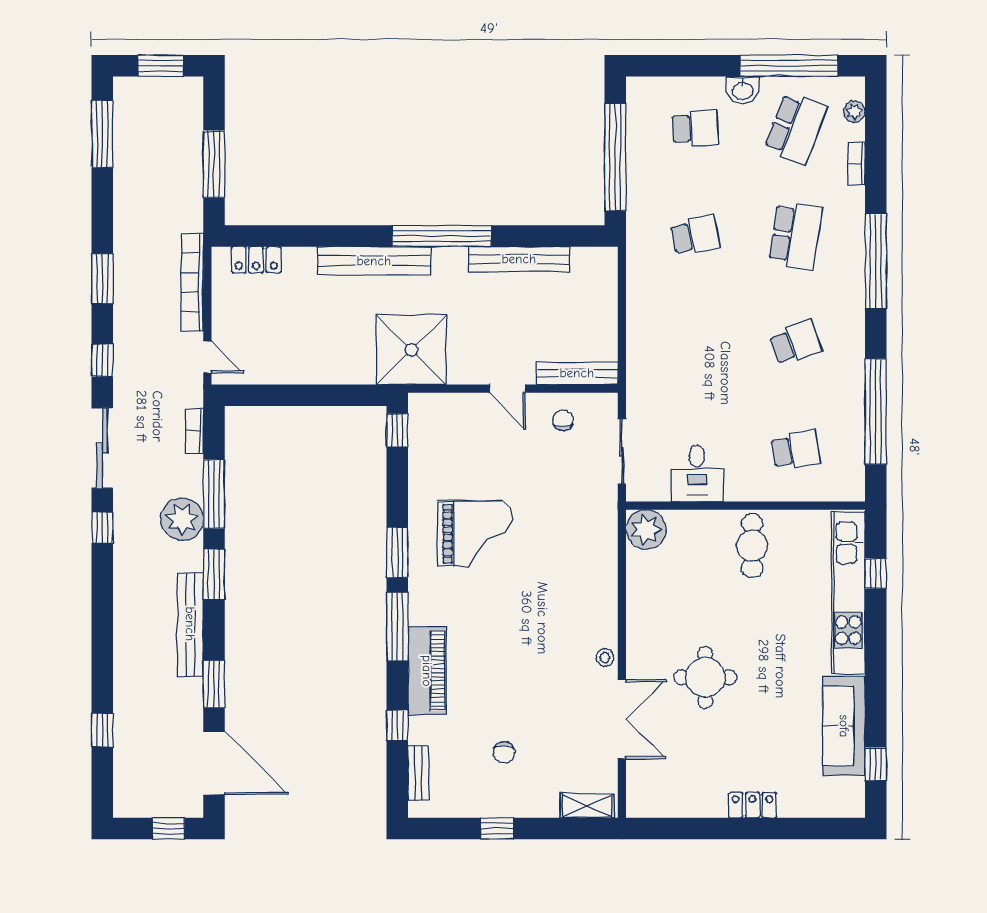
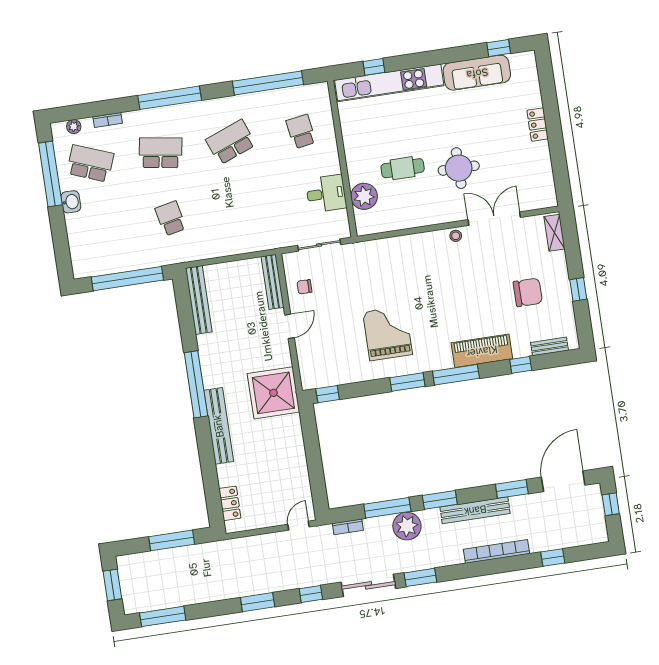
school desk: (695, 128) -> (100, 229), removed
bench: (519, 259) -> (199, 300), moved
bookcase: (192, 282) -> (496, 551), moved, turned 180
school desk: (796, 343) -> (231, 142), width x1.85
window: (102, 528) -> (420, 577), width x1.50
plant: (646, 530) -> (364, 196), moved
cafe table: (752, 546) -> (403, 168), moved
chair: (504, 752) -> (528, 292), width x1.87, depth x1.87

